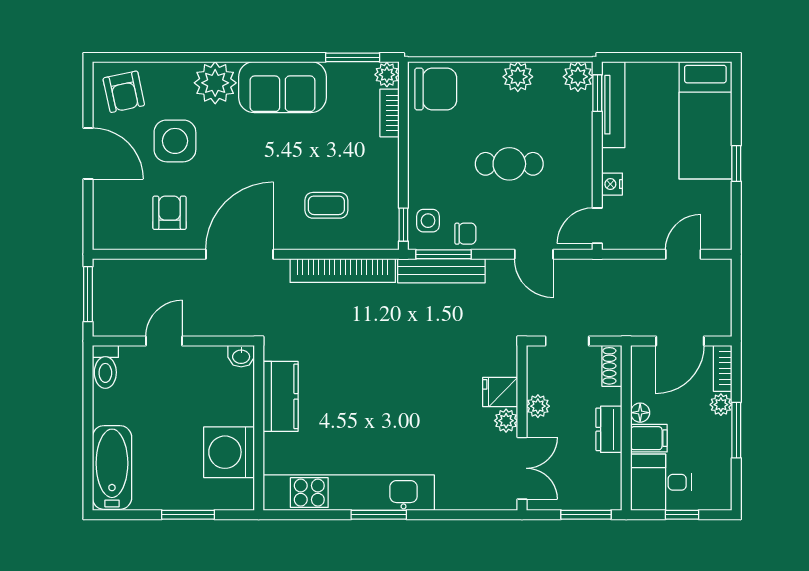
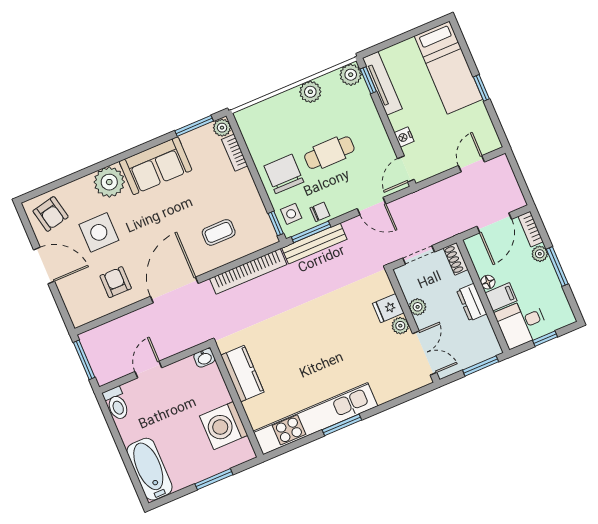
chair: (436, 89) -> (284, 174), moved, turned -90

